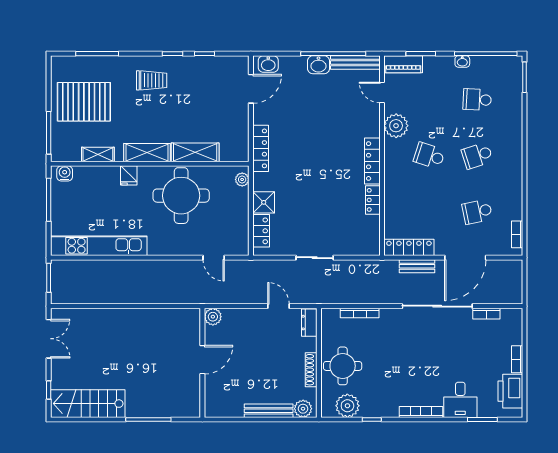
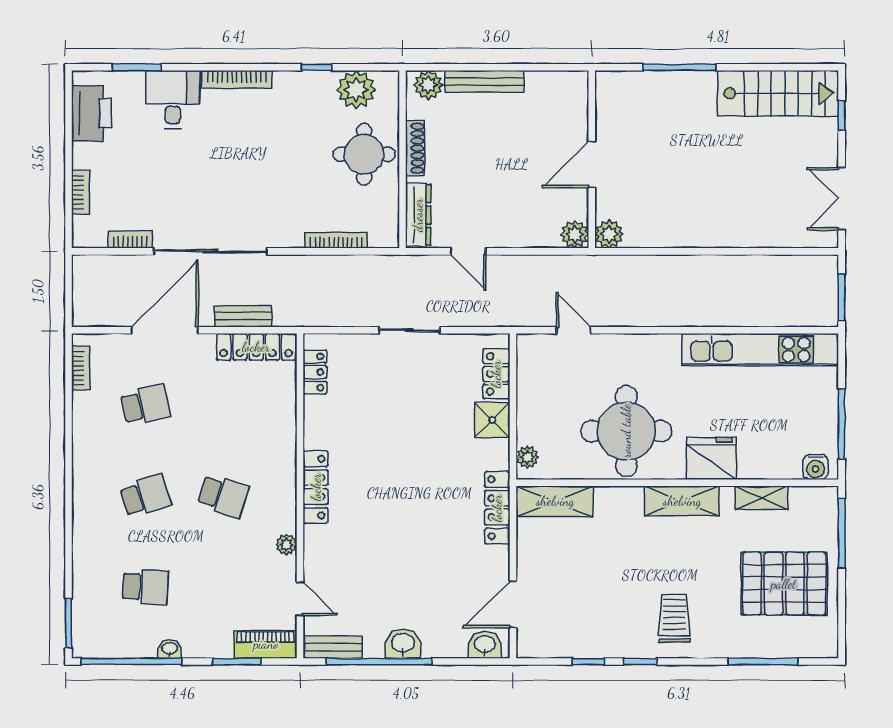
bench: (355, 63) -> (333, 647), width x0.73
trolley: (152, 80) -> (674, 618), turned 90
plant: (396, 126) -> (286, 545), width x0.53, depth x0.53
shelving: (195, 152) -> (555, 501), moved
fridge: (129, 175) -> (711, 458), width x1.88, depth x1.34
locker: (373, 200) -> (315, 372), moved
plant: (192, 317) -> (609, 234), added
dresser: (309, 323) -> (418, 215), width x1.44
bookcase: (517, 359) -> (81, 192), moved

